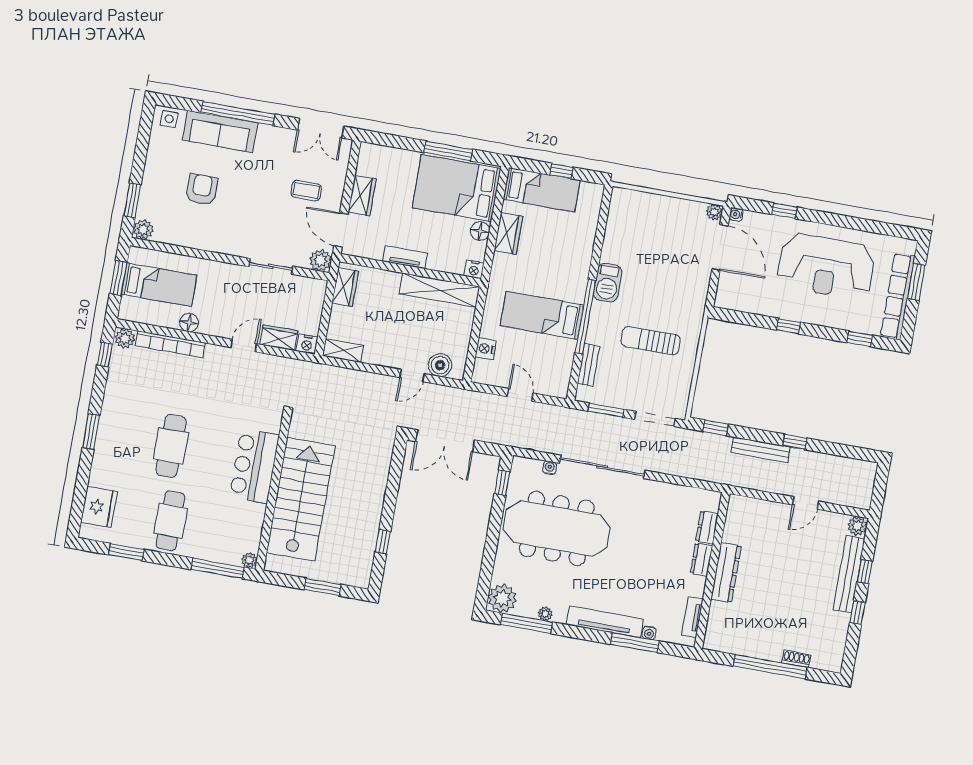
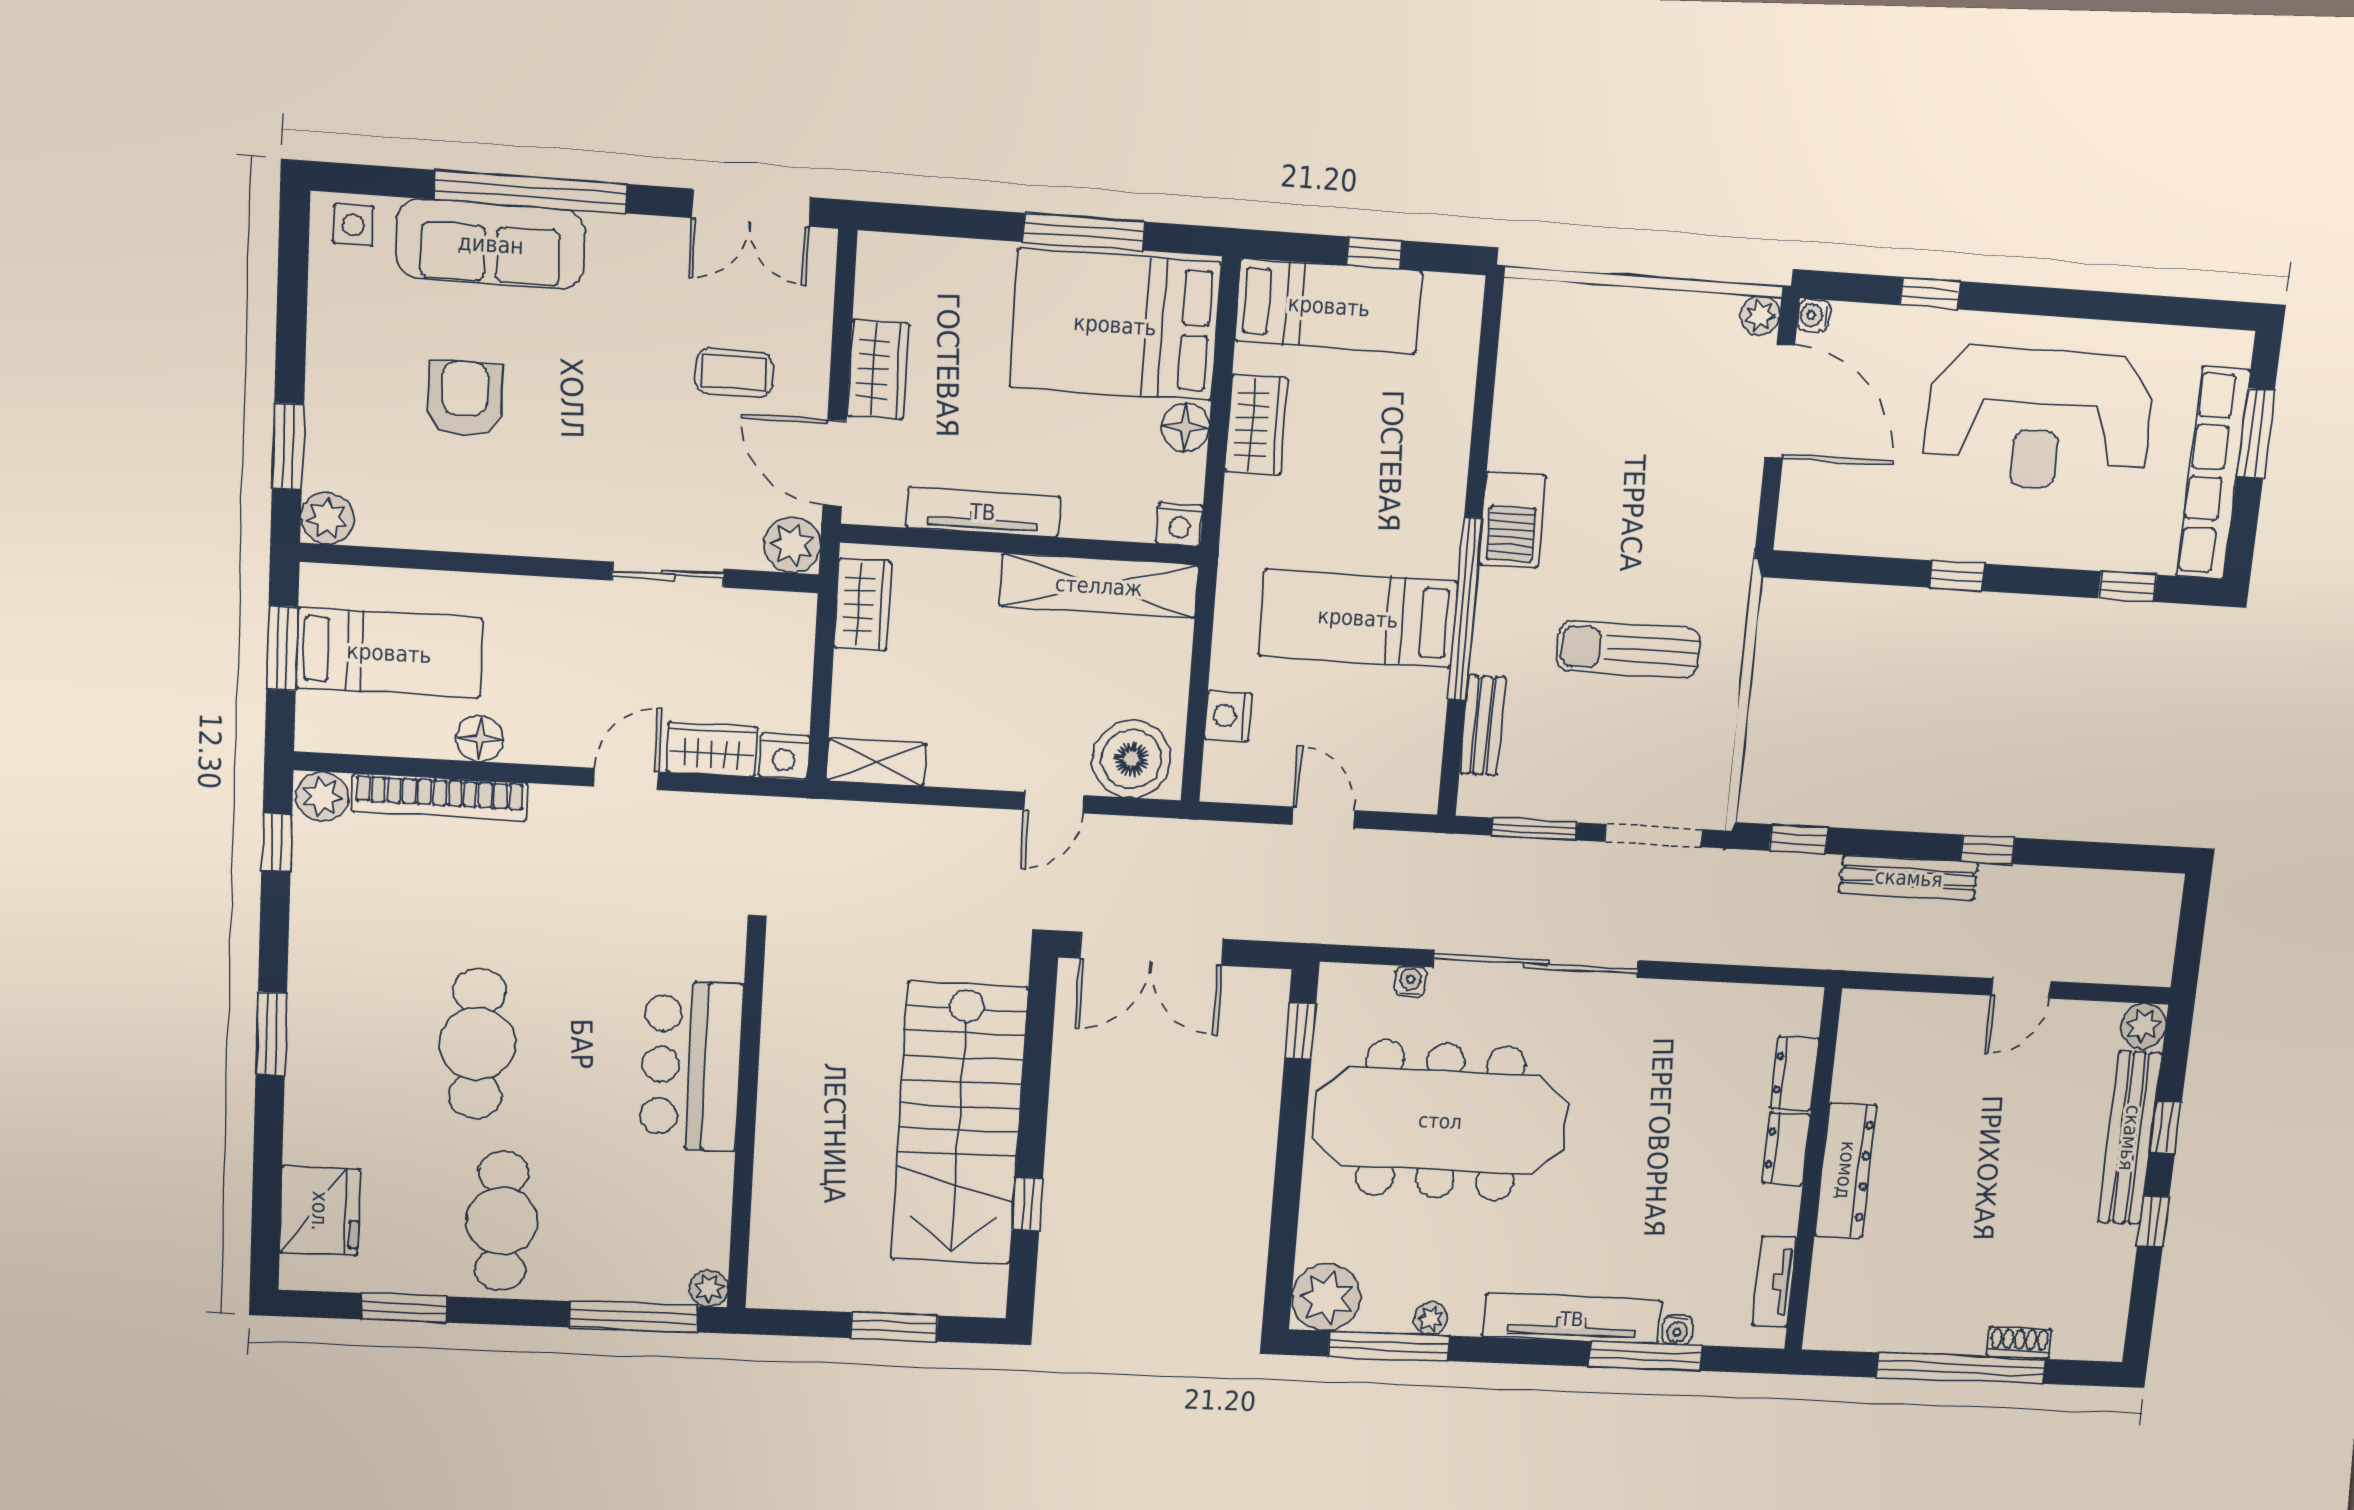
tv unit: (405, 257) -> (983, 512), width x1.41
boiler: (440, 365) -> (1132, 759), width x1.37, depth x1.37
stairs: (301, 499) -> (959, 1123), moved, turned 180

